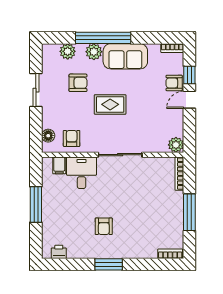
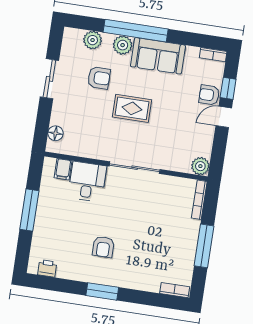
armchair: (72, 138) -> (82, 141), removed

